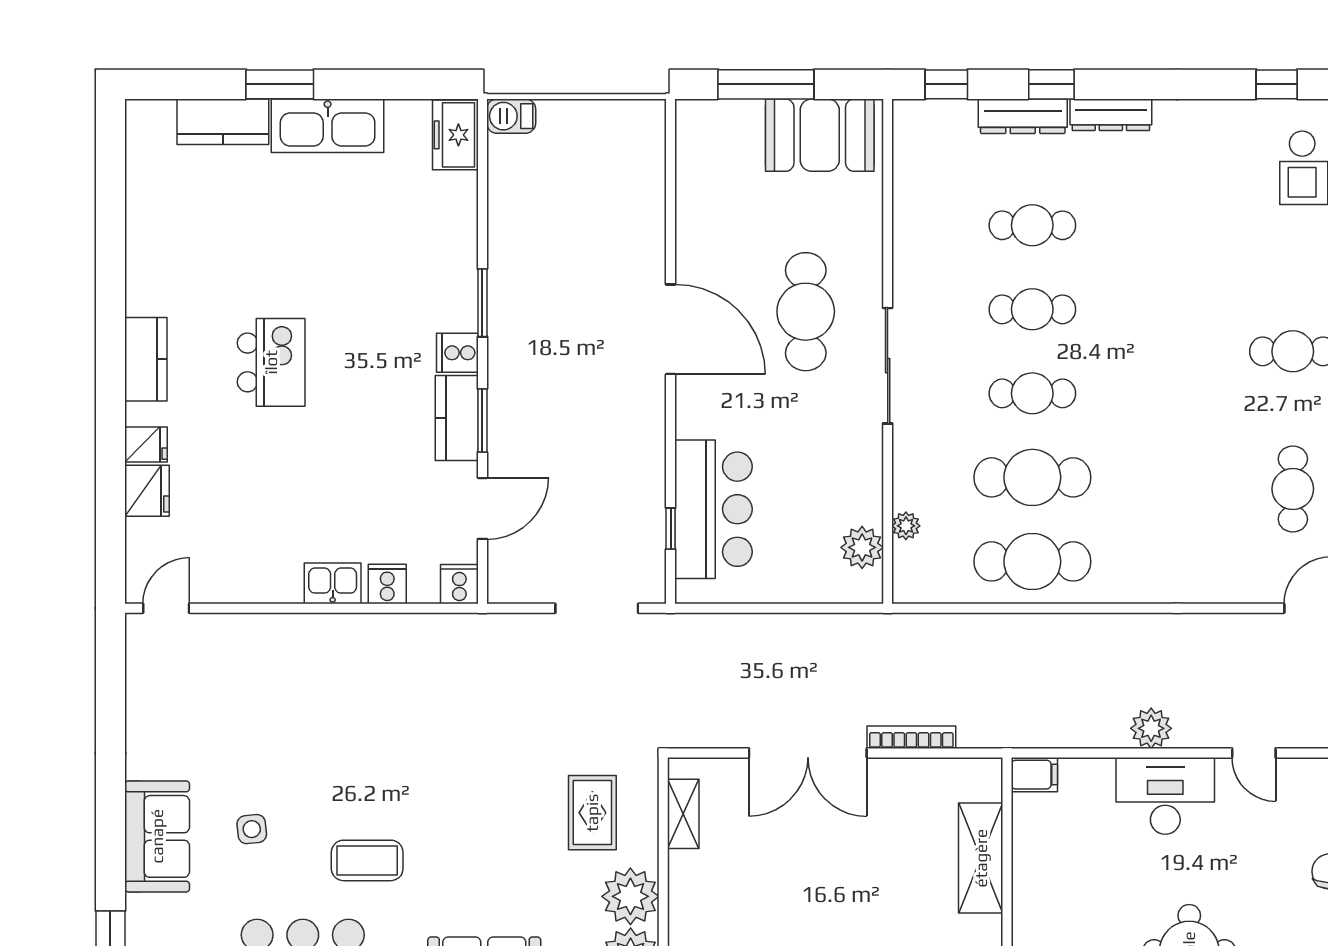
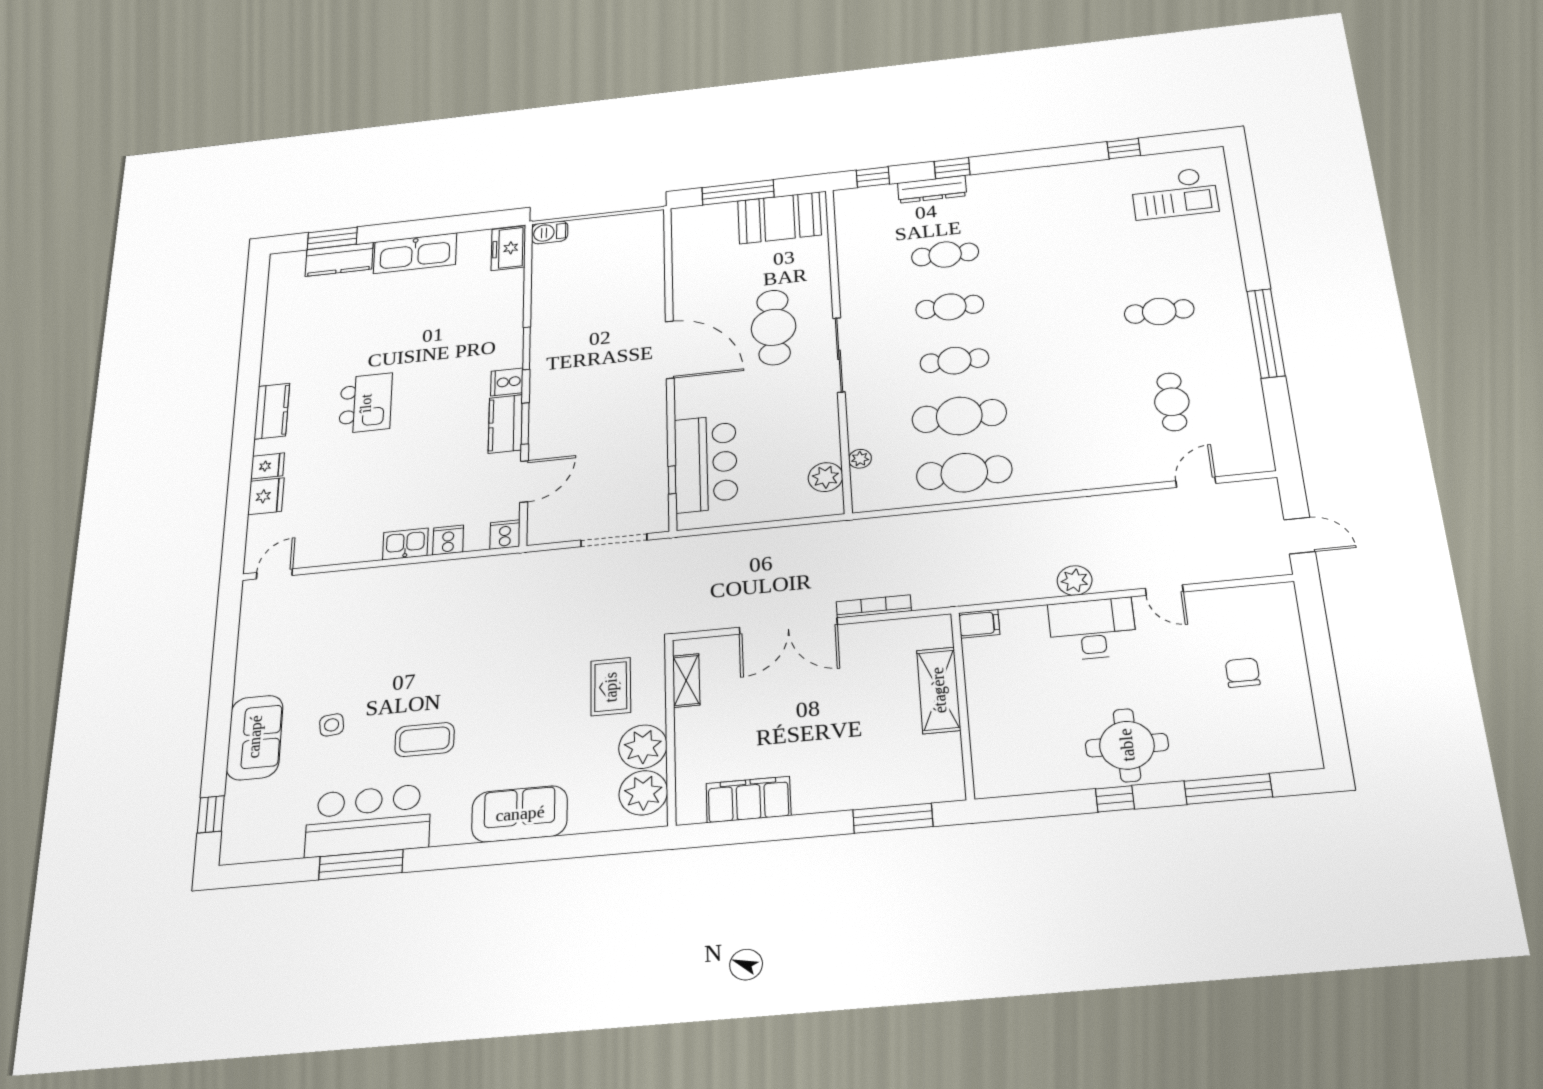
window: (280, 84) -> (332, 238), moved
dresser: (1111, 115) -> (999, 181), removed

